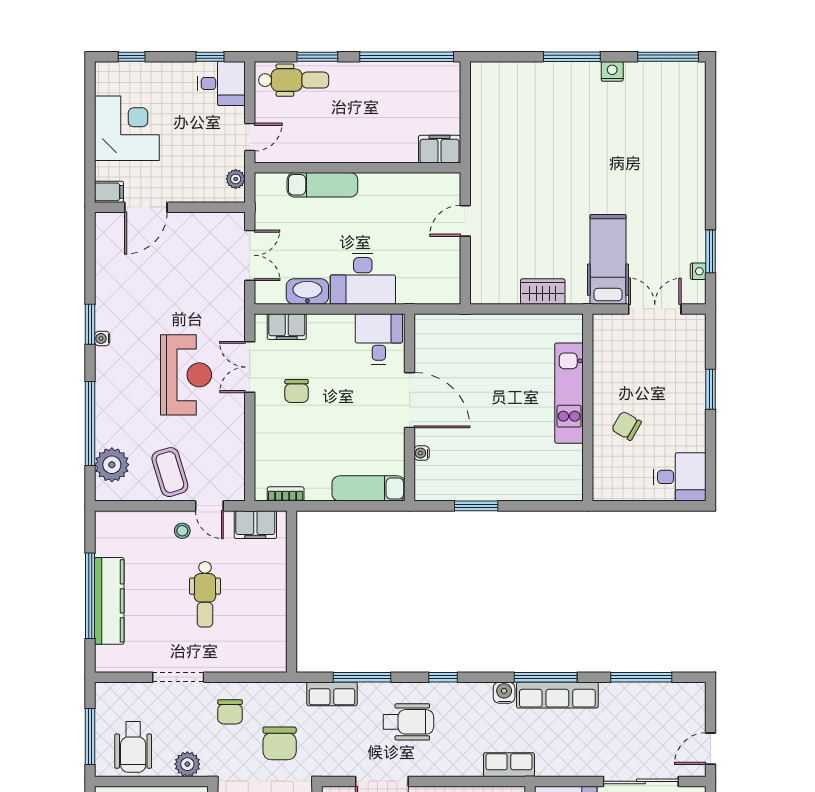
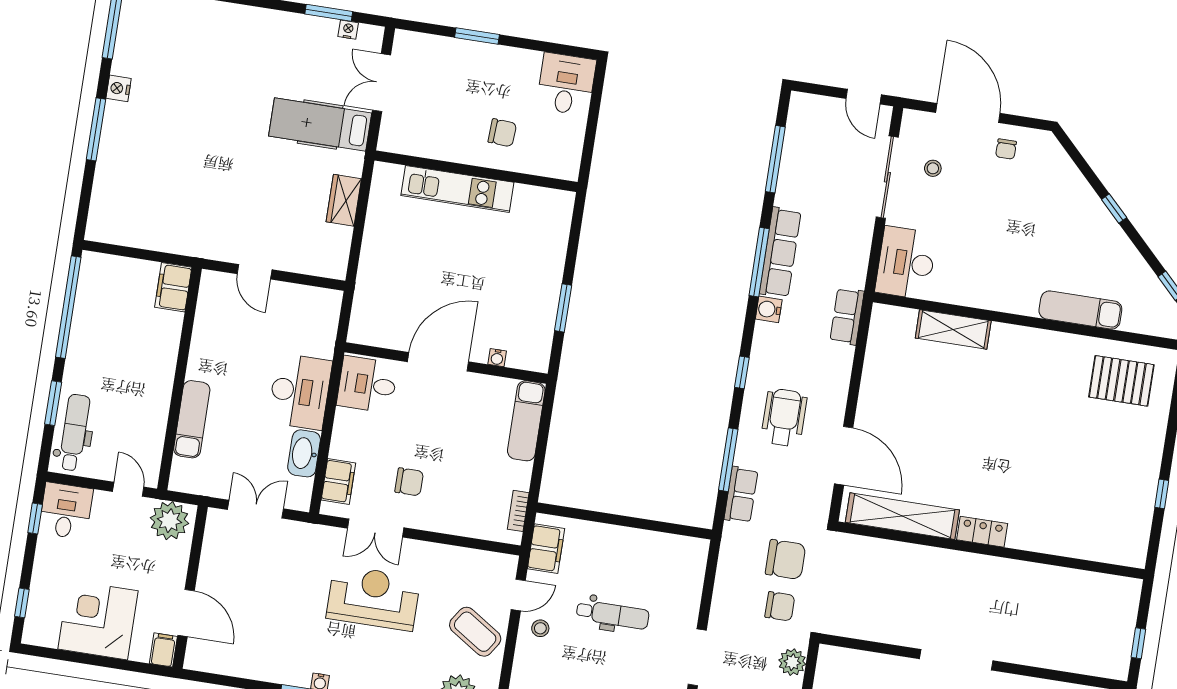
plant: (236, 179) -> (170, 521), width x1.88, depth x1.88
chair: (626, 426) -> (502, 133), turned -117
coffee table: (170, 472) -> (475, 632), turned 50
chair: (230, 712) -> (780, 606), moved

